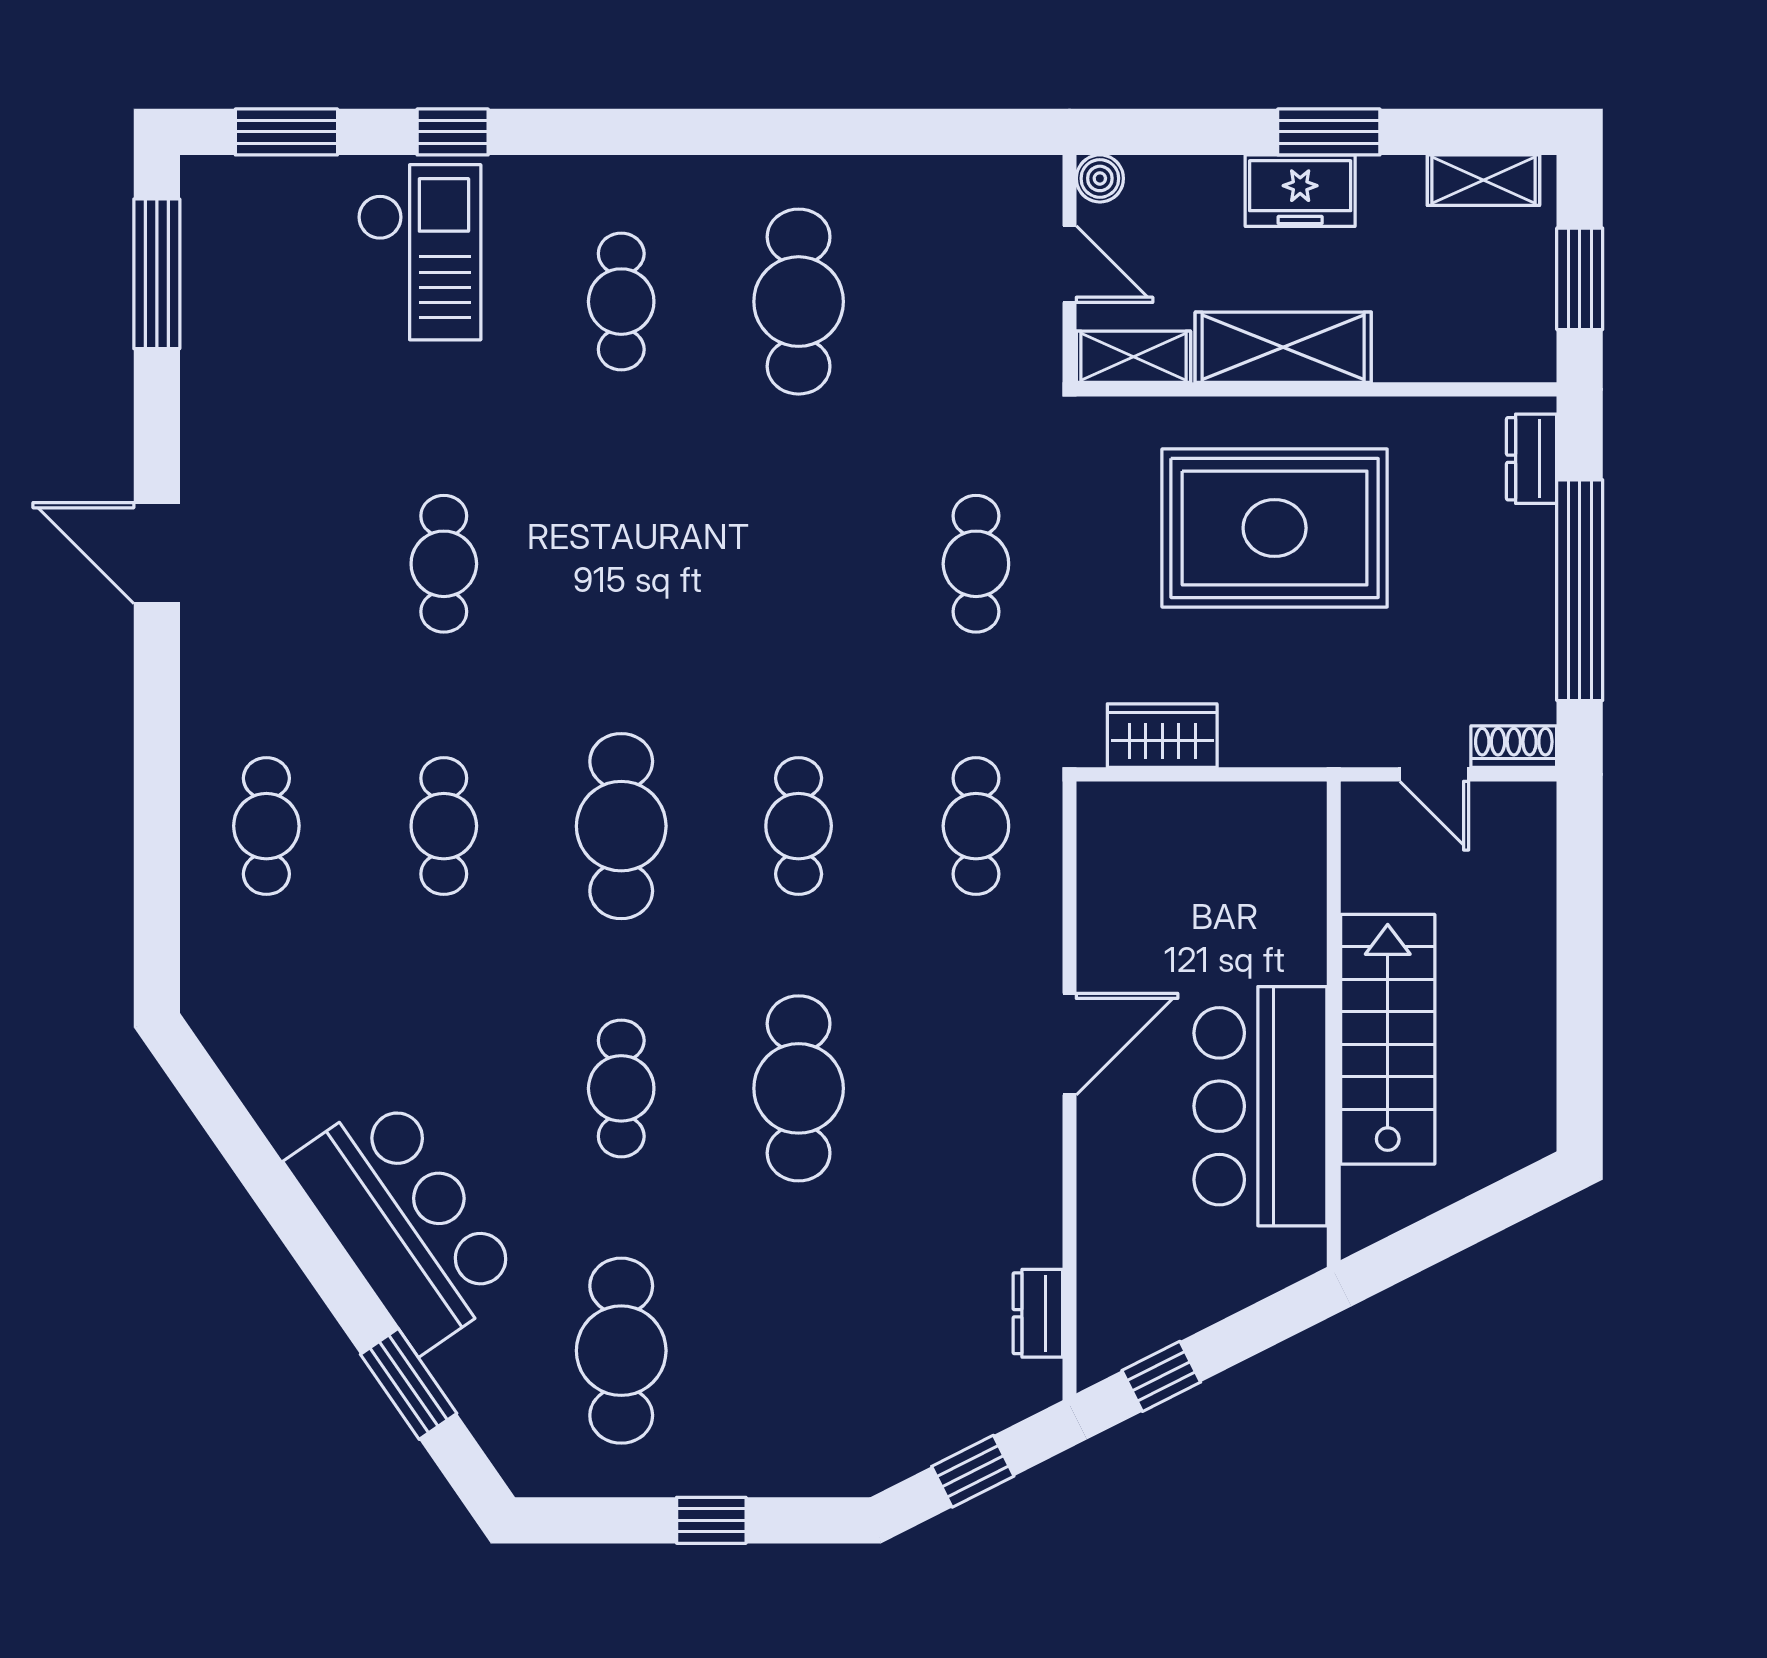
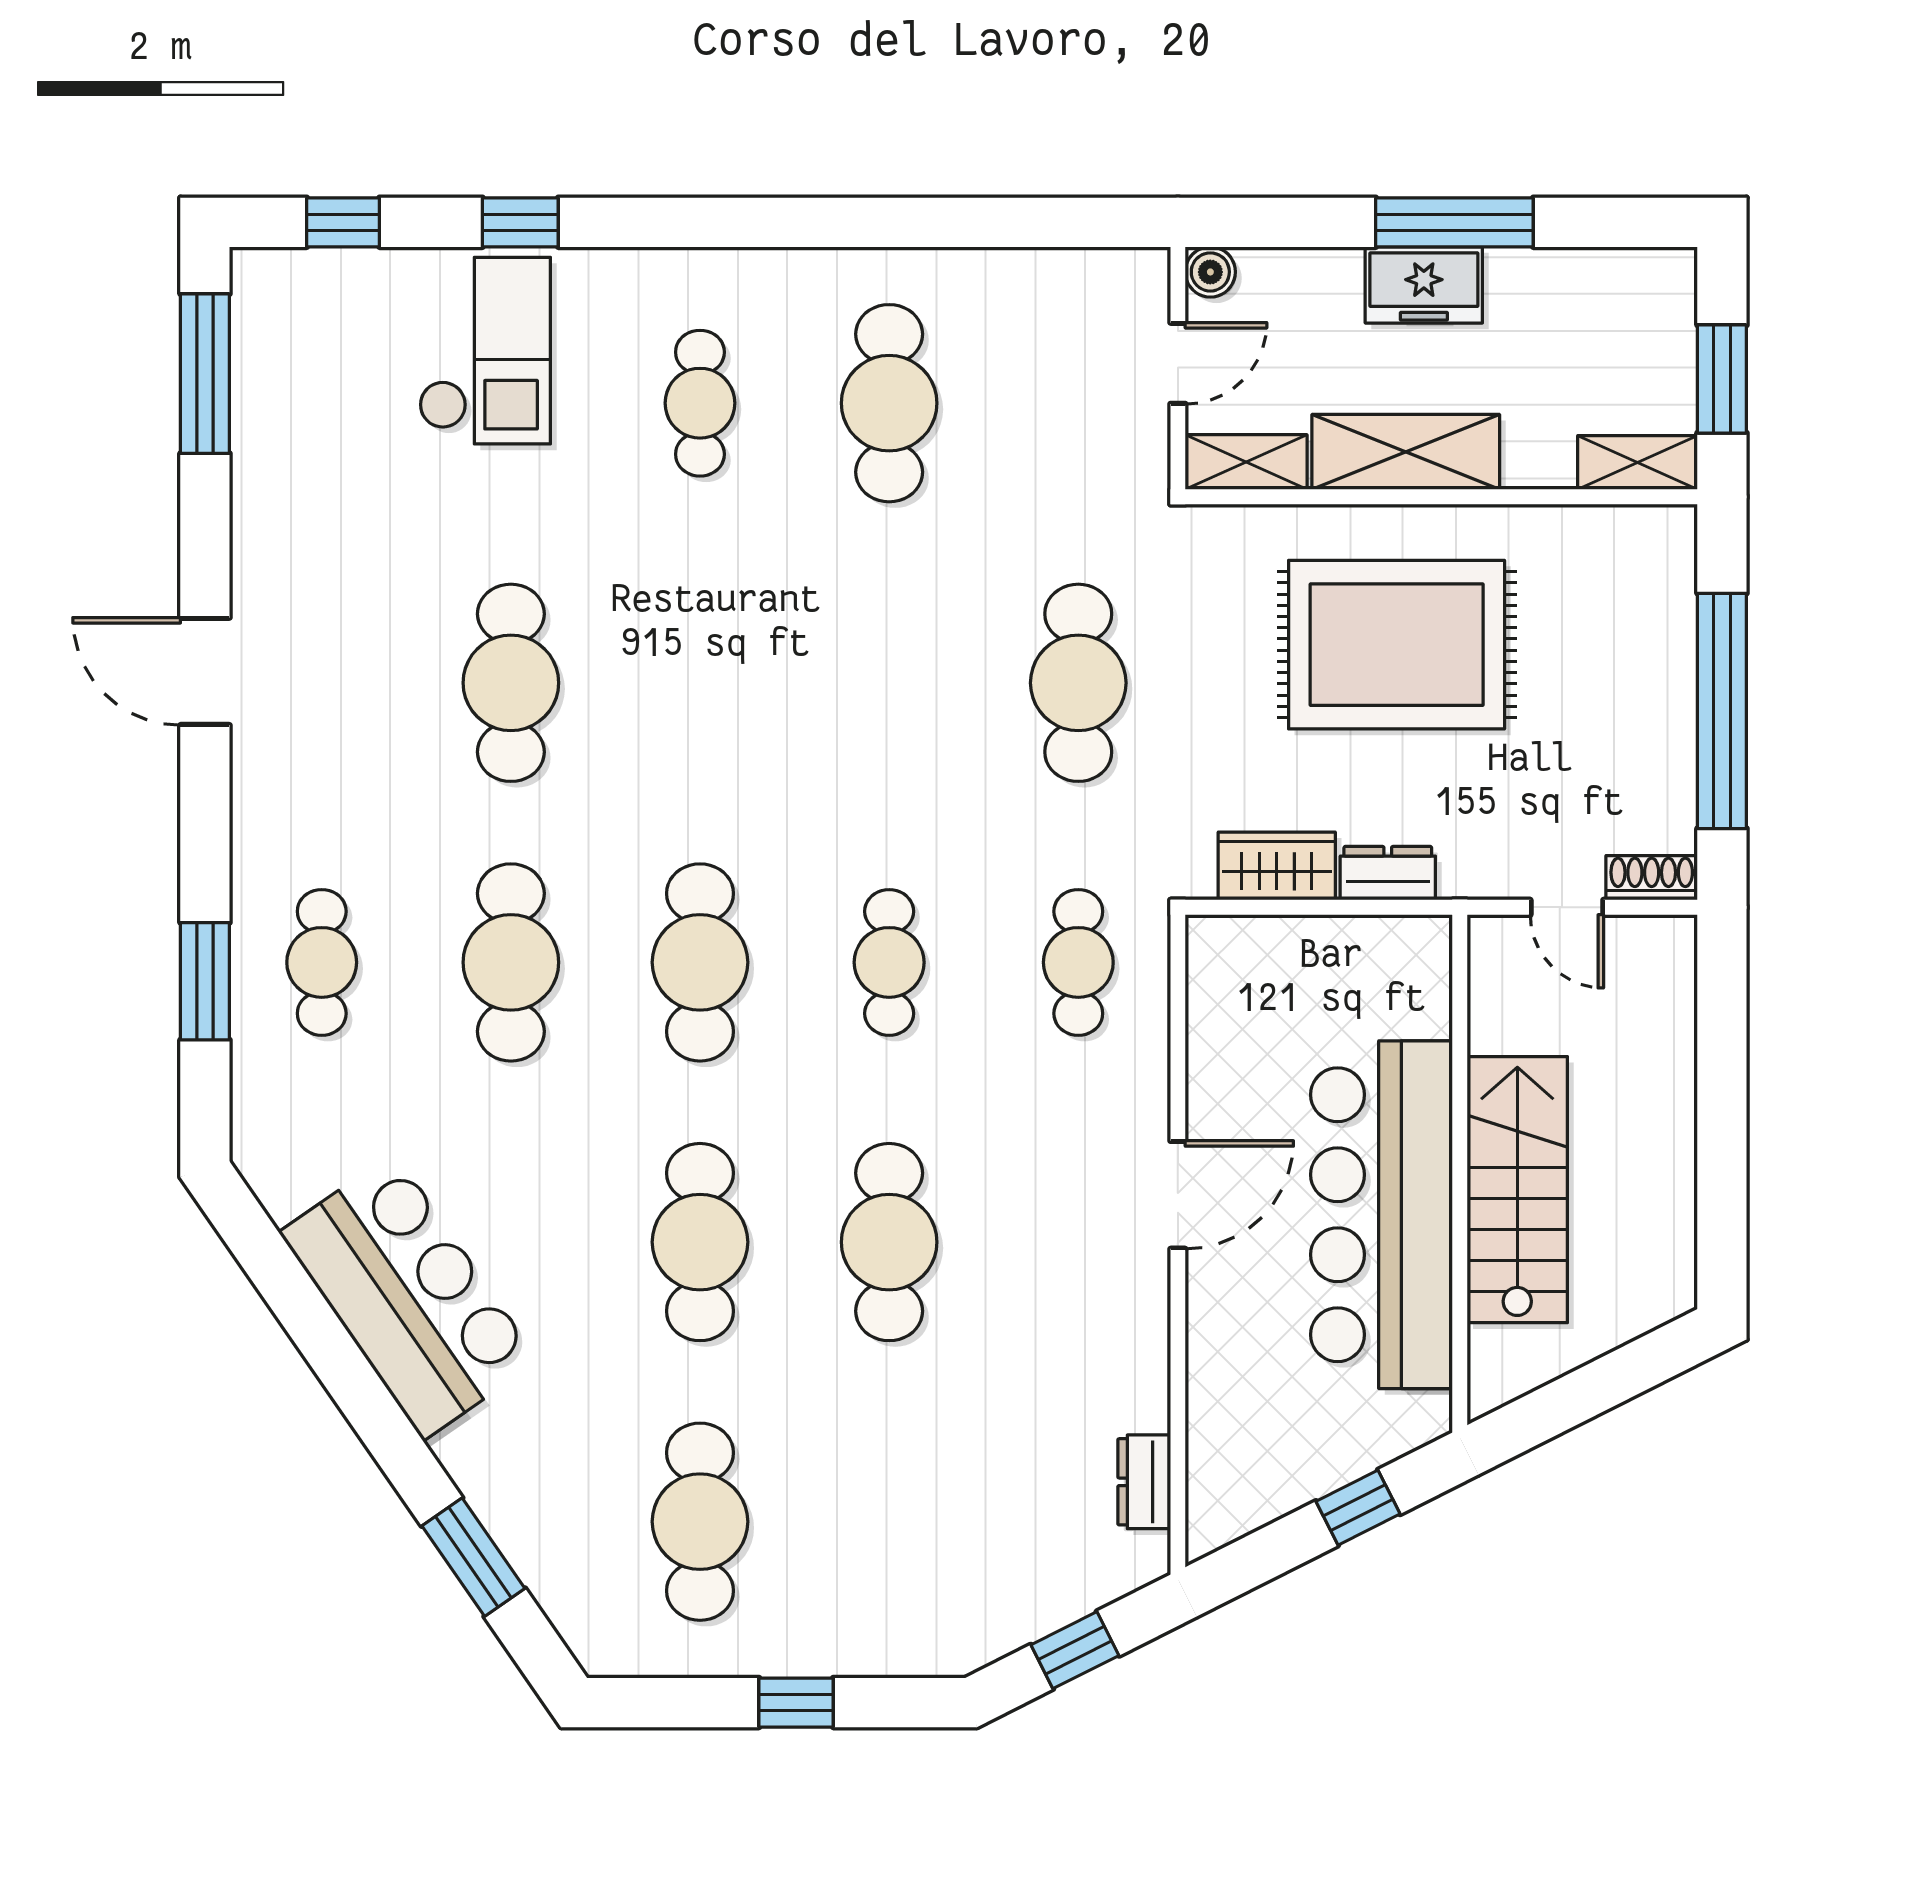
window: (286, 132) -> (343, 222), width x0.67
window: (1329, 132) -> (1454, 222), width x1.44
shelving: (1483, 180) -> (1638, 463), moved
door: (1069, 264) -> (1178, 363), hinge flipped
dresser: (1532, 459) -> (1388, 873), moved, turned 90
cafe table: (444, 564) -> (511, 683), width x1.37, depth x1.35
cafe table: (976, 564) -> (1078, 683), width x1.37, depth x1.35
cafe table: (444, 826) -> (511, 962), width x1.37, depth x1.35
window: (157, 844) -> (205, 981), added
cafe table: (621, 1088) -> (700, 1242), width x1.37, depth x1.35
bar counter: (1260, 1106) -> (1381, 1215), width x1.36
bar counter: (405, 1222) -> (409, 1296), moved
window: (1161, 1376) -> (1358, 1508), moved

